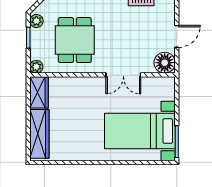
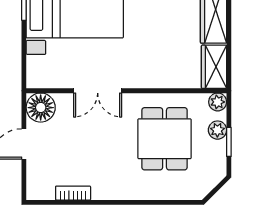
plant: (36, 21) -> (217, 130), moved
double door: (123, 75) -> (98, 91), swing flipped

